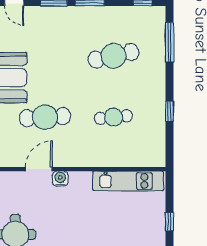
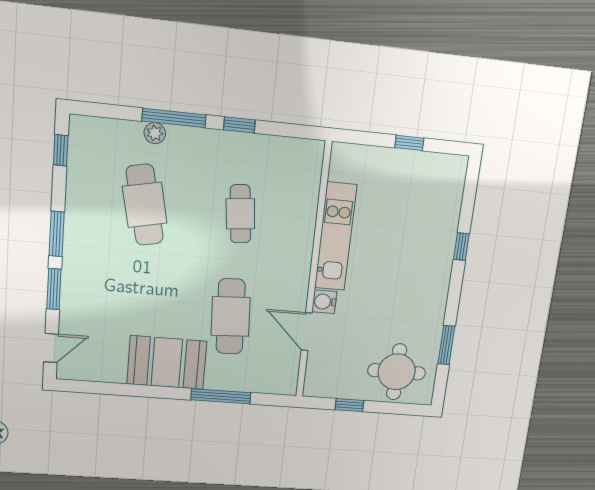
window: (169, 42) -> (174, 118), moved
plant: (159, 59) -> (155, 133), added
kitchen unit: (128, 181) -> (336, 237), moved

